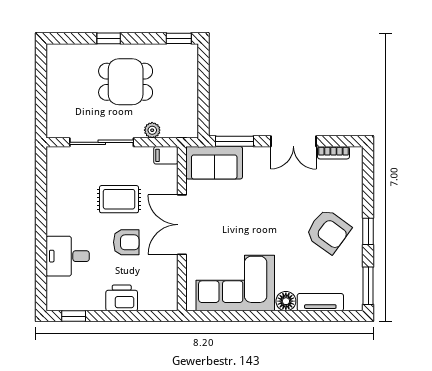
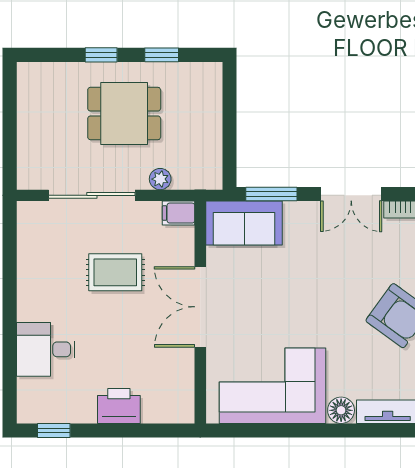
window: (179, 38) -> (162, 55), moved
armchair: (126, 242) -> (125, 331), removed

